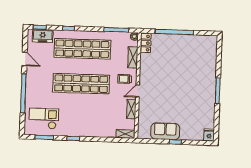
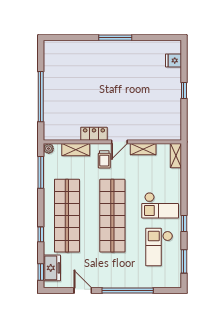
locker: (146, 43) -> (94, 134), moved
door: (25, 59) -> (83, 291), hinge flipped
door: (138, 91) -> (119, 142), hinge flipped
checkout: (44, 118) -> (159, 247), moved
checkout: (88, 120) -> (160, 205), added
sofa: (165, 131) -> (171, 104), removed
fridge: (209, 135) -> (173, 60), moved

